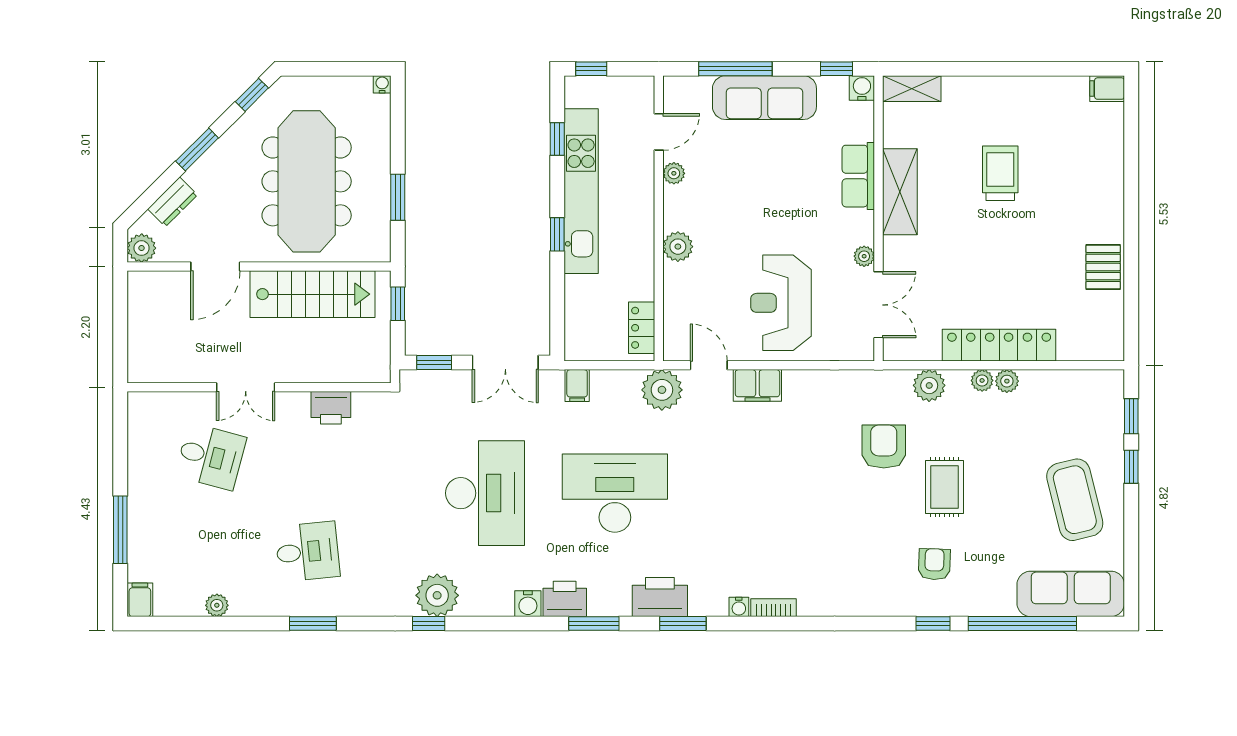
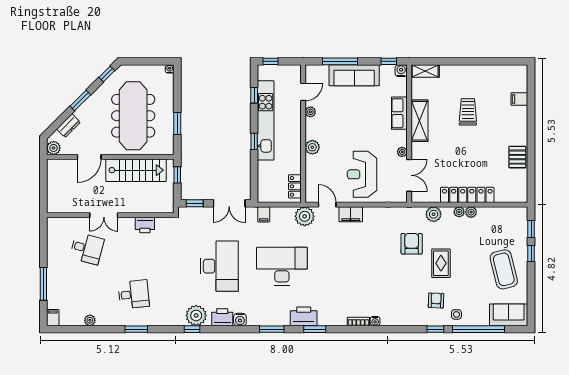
filing cabinet: (1107, 89) -> (519, 99), moved
side table: (977, 593) -> (456, 314), added
sofa: (1071, 594) -> (509, 315), width x0.73
printer: (565, 599) -> (222, 317), moved
water cooler: (739, 607) -> (375, 321), moved

